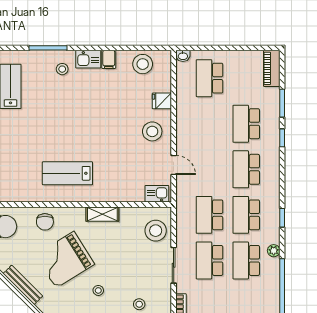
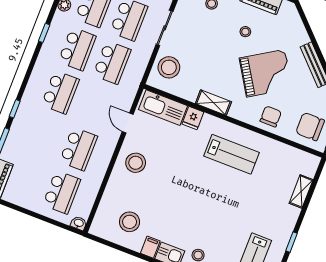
stool: (143, 64) -> (130, 222), moved
fridge: (162, 101) -> (193, 118), moved, turned 90
school desk: (246, 124) -> (78, 149), moved
kitchen sink: (157, 194) -> (163, 108), width x1.88, depth x1.24

